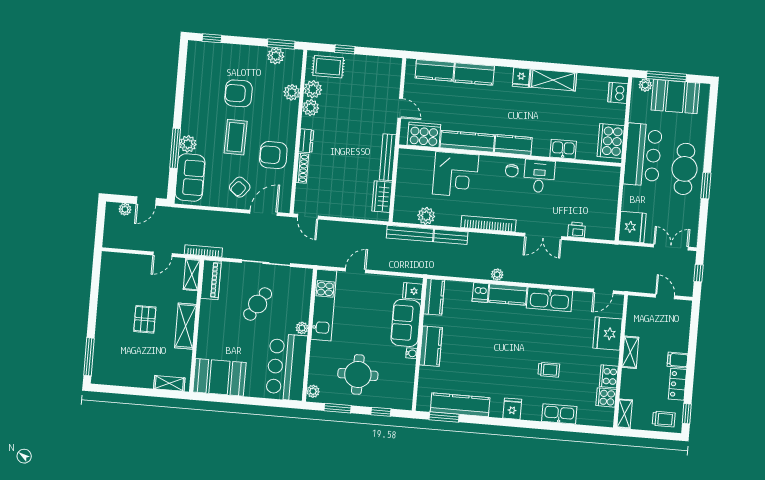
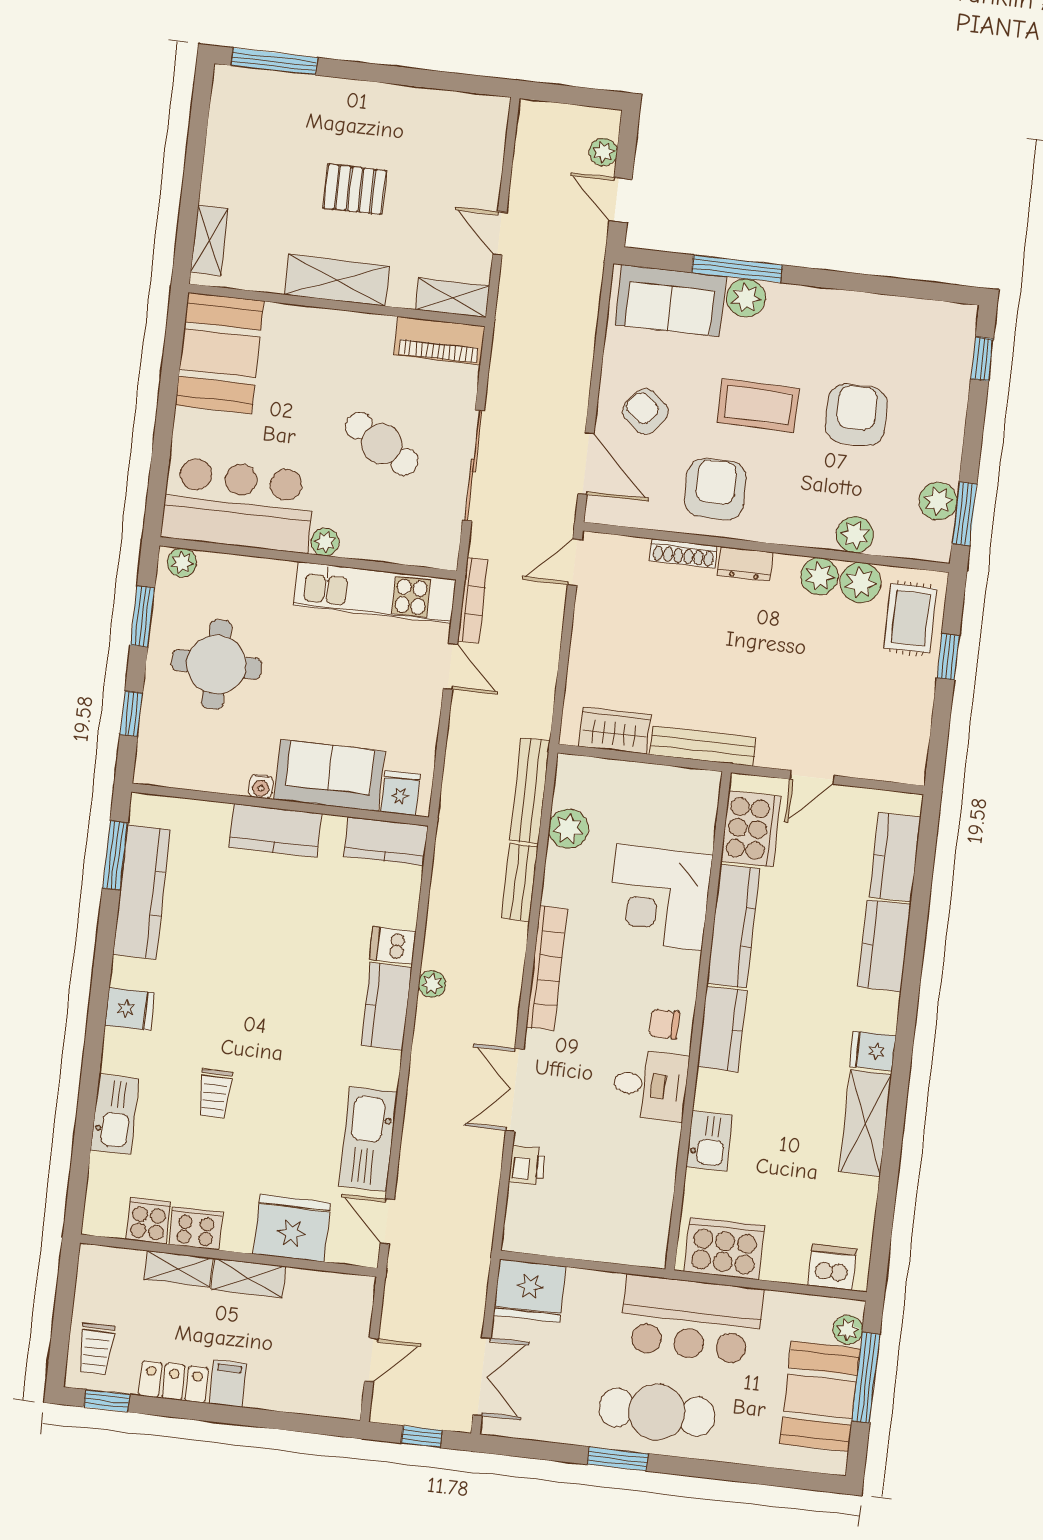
bookcase: (203, 251) -> (473, 600), moved
kitchen sink: (550, 299) -> (368, 1139), moved
shelving: (625, 414) -> (178, 1269), moved

